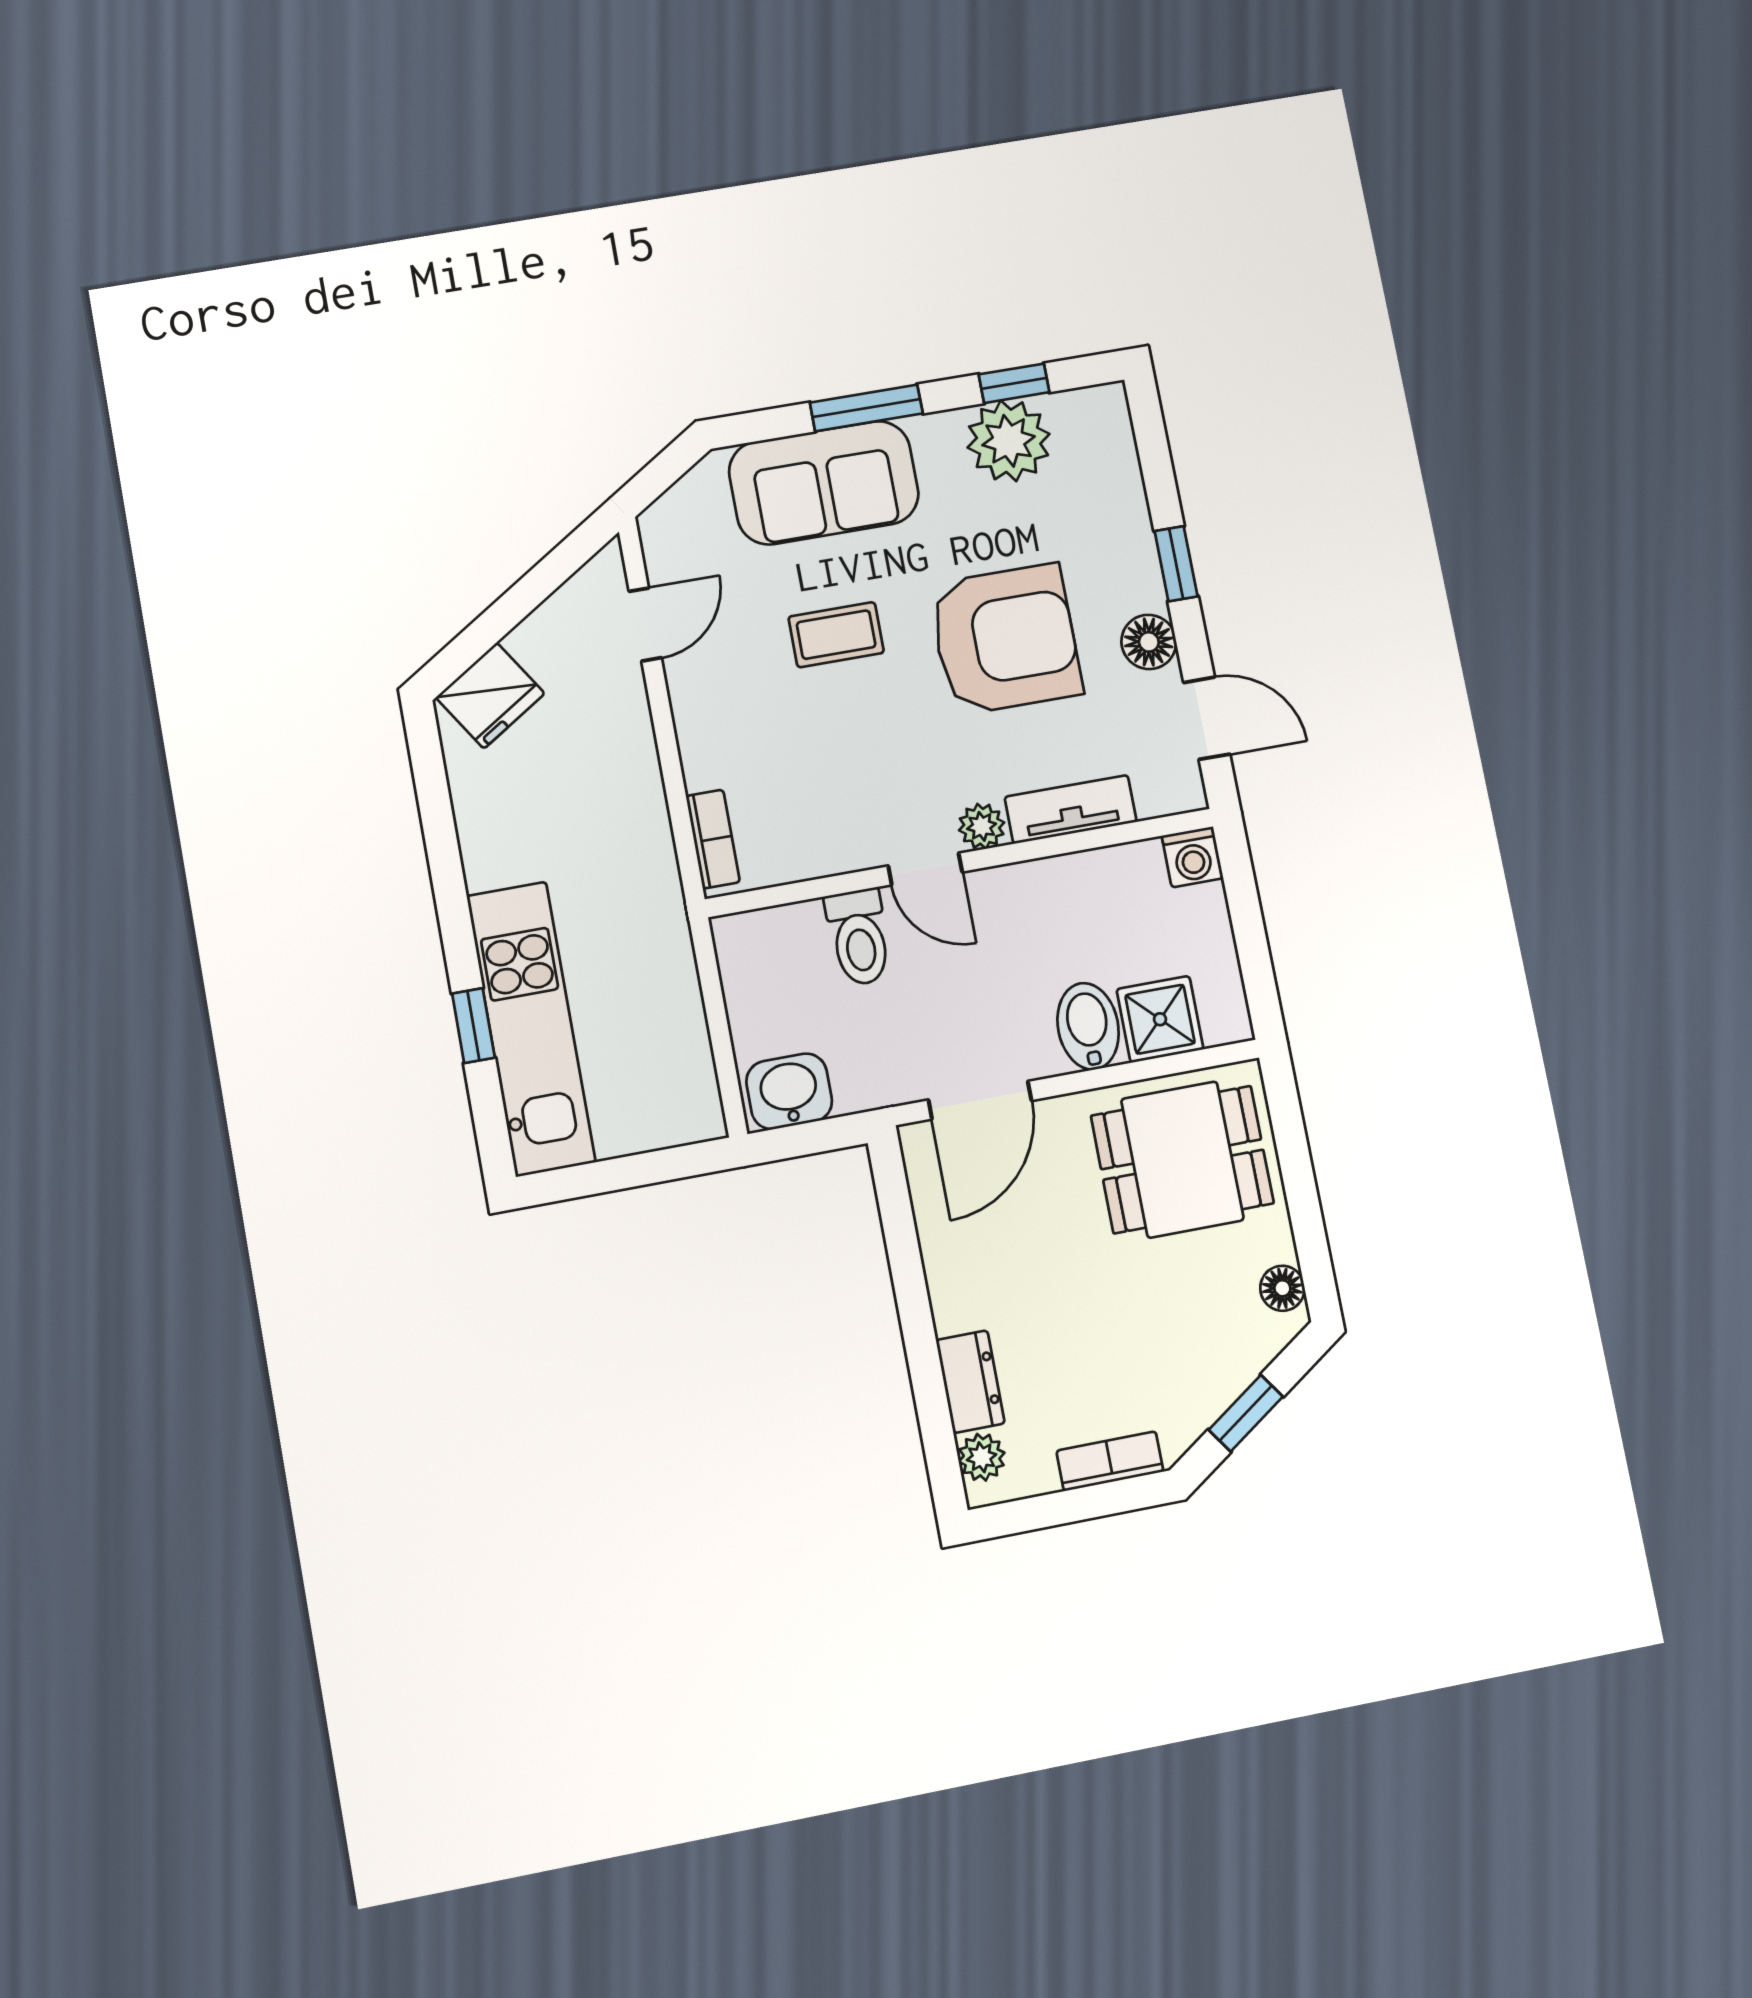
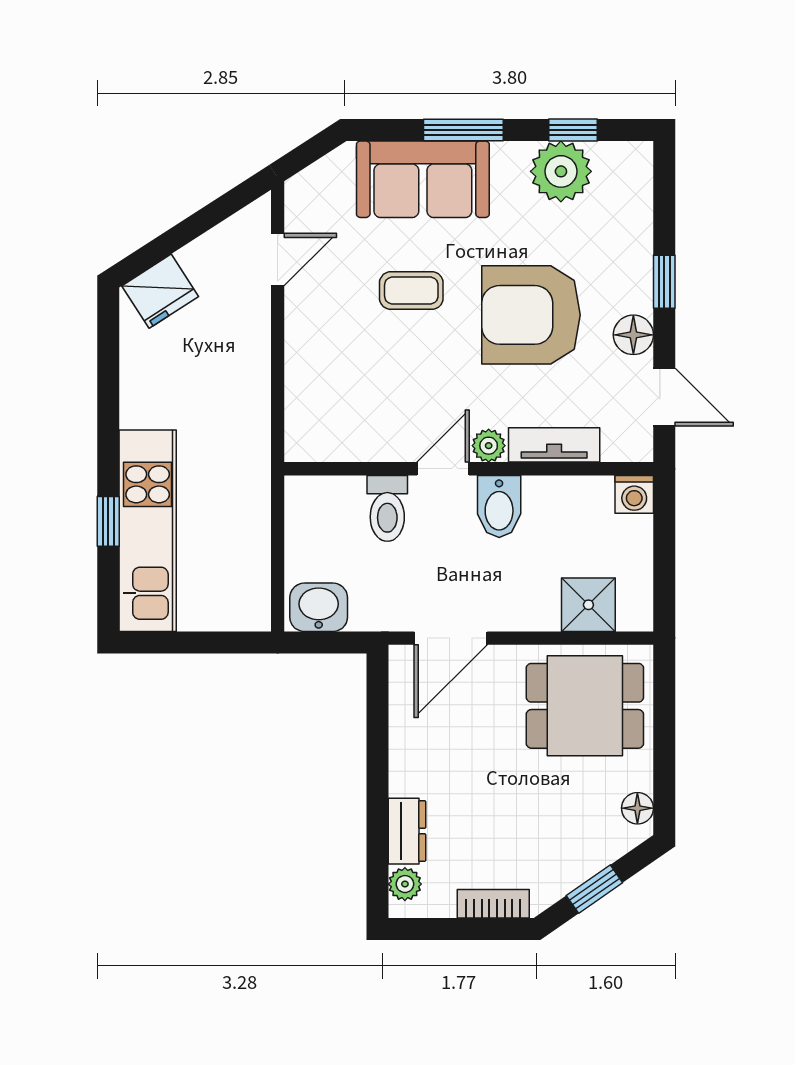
armchair: (1005, 639) -> (531, 315), turned 180
bookcase: (713, 839) -> (298, 421), removed
door: (925, 869) -> (443, 469), swing flipped
bidet: (1088, 1026) -> (499, 506), moved, turned 180

